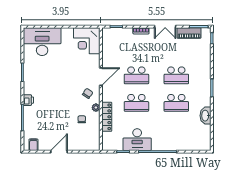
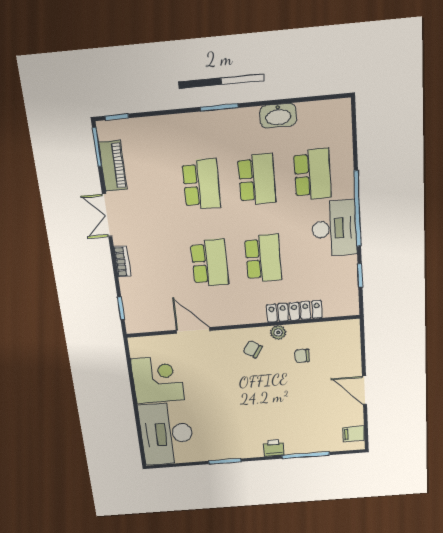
double door: (165, 27) -> (107, 215), swing flipped
corner desk: (87, 41) -> (158, 380), moved, turned -90
door: (101, 77) -> (193, 330), moved
school desk: (176, 130) -> (313, 174), added
desk: (137, 140) -> (334, 229), moved

